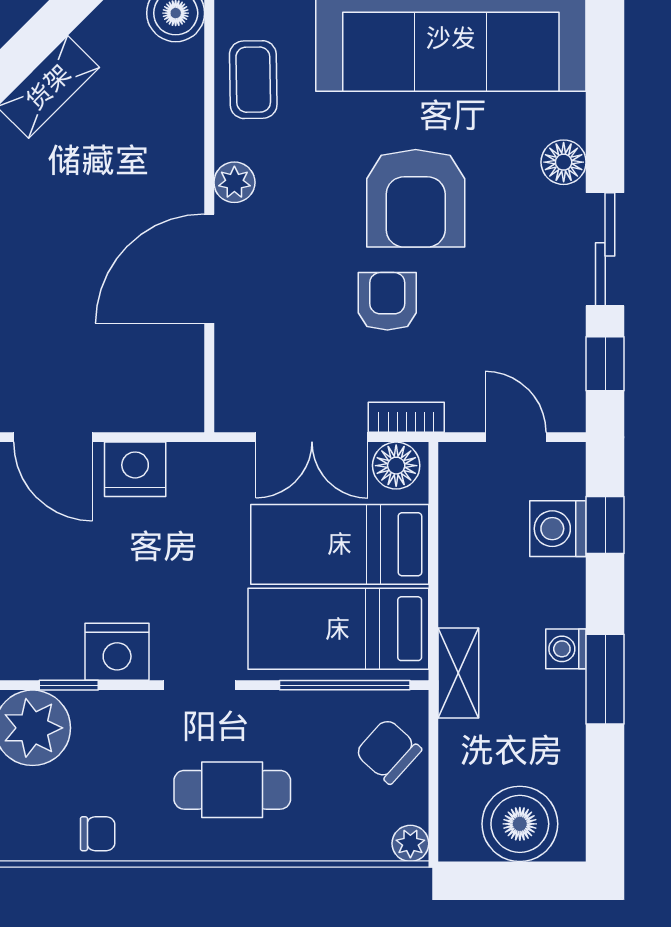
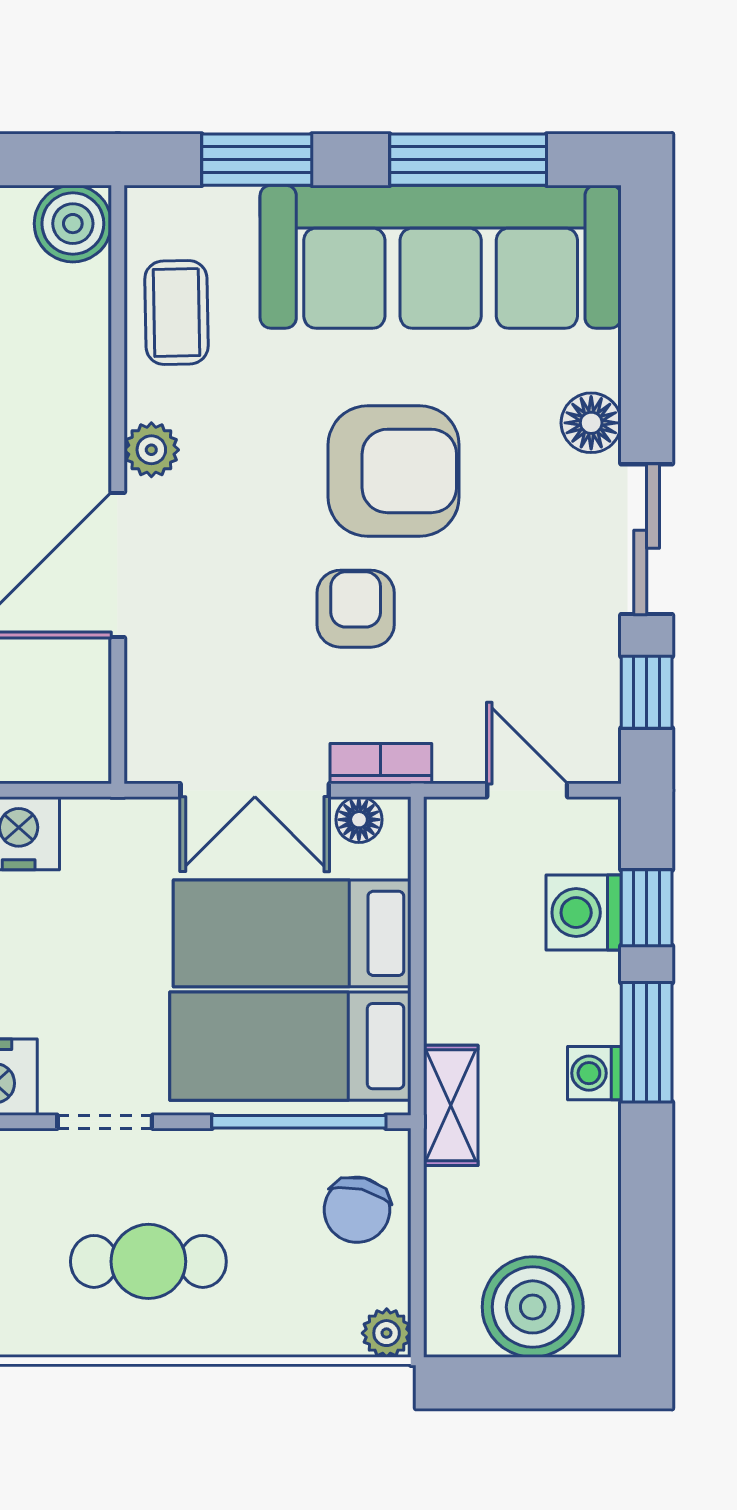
armchair: (416, 198) -> (394, 471), turned -90
floor lamp: (396, 466) -> (359, 820), width x0.73, depth x0.73
window: (605, 679) -> (647, 1042), moved
chair: (388, 751) -> (357, 1210), turned -118

